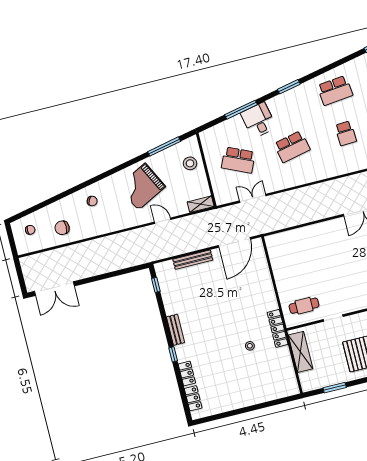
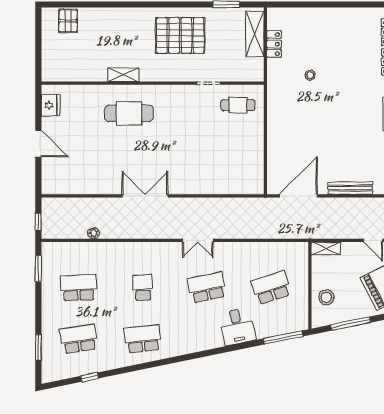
window: (289, 87) -> (194, 356), removed
window: (241, 110) -> (283, 337), moved
school desk: (238, 160) -> (271, 287), turned -42
double door: (253, 198) -> (198, 240), moved
locker: (278, 328) -> (274, 44), moved, width x0.66
shelving: (301, 352) -> (255, 34), moved

